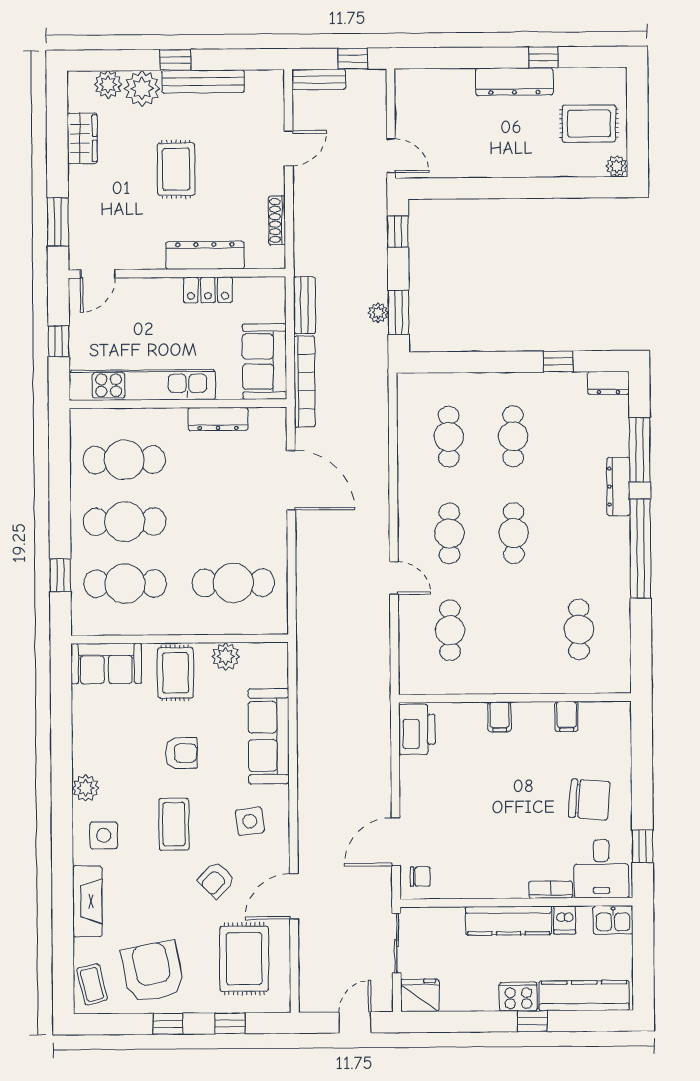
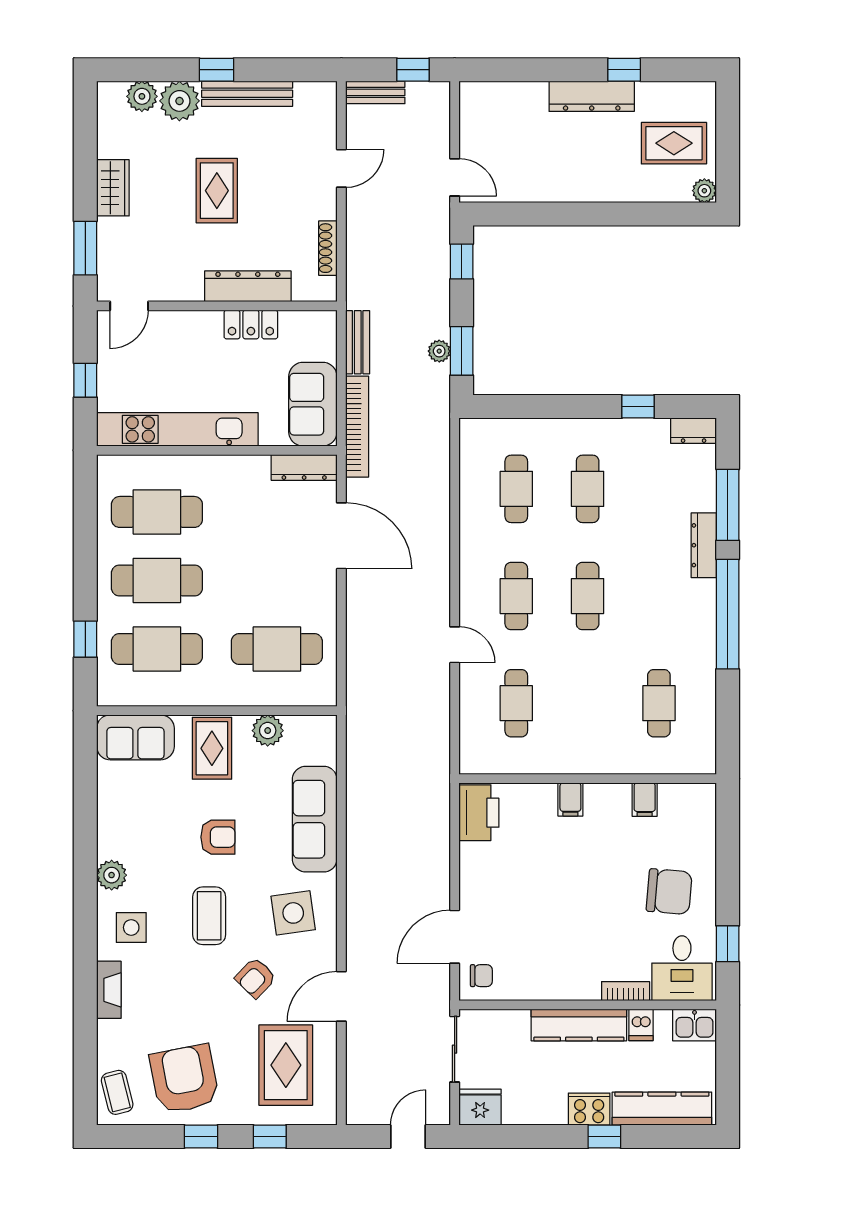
wardrobe: (82, 138) -> (113, 188), moved
dresser: (218, 419) -> (304, 467), moved
side table: (250, 821) -> (293, 913), width x1.37, depth x1.37
fireplace: (87, 901) -> (109, 990), width x0.73, depth x0.76

